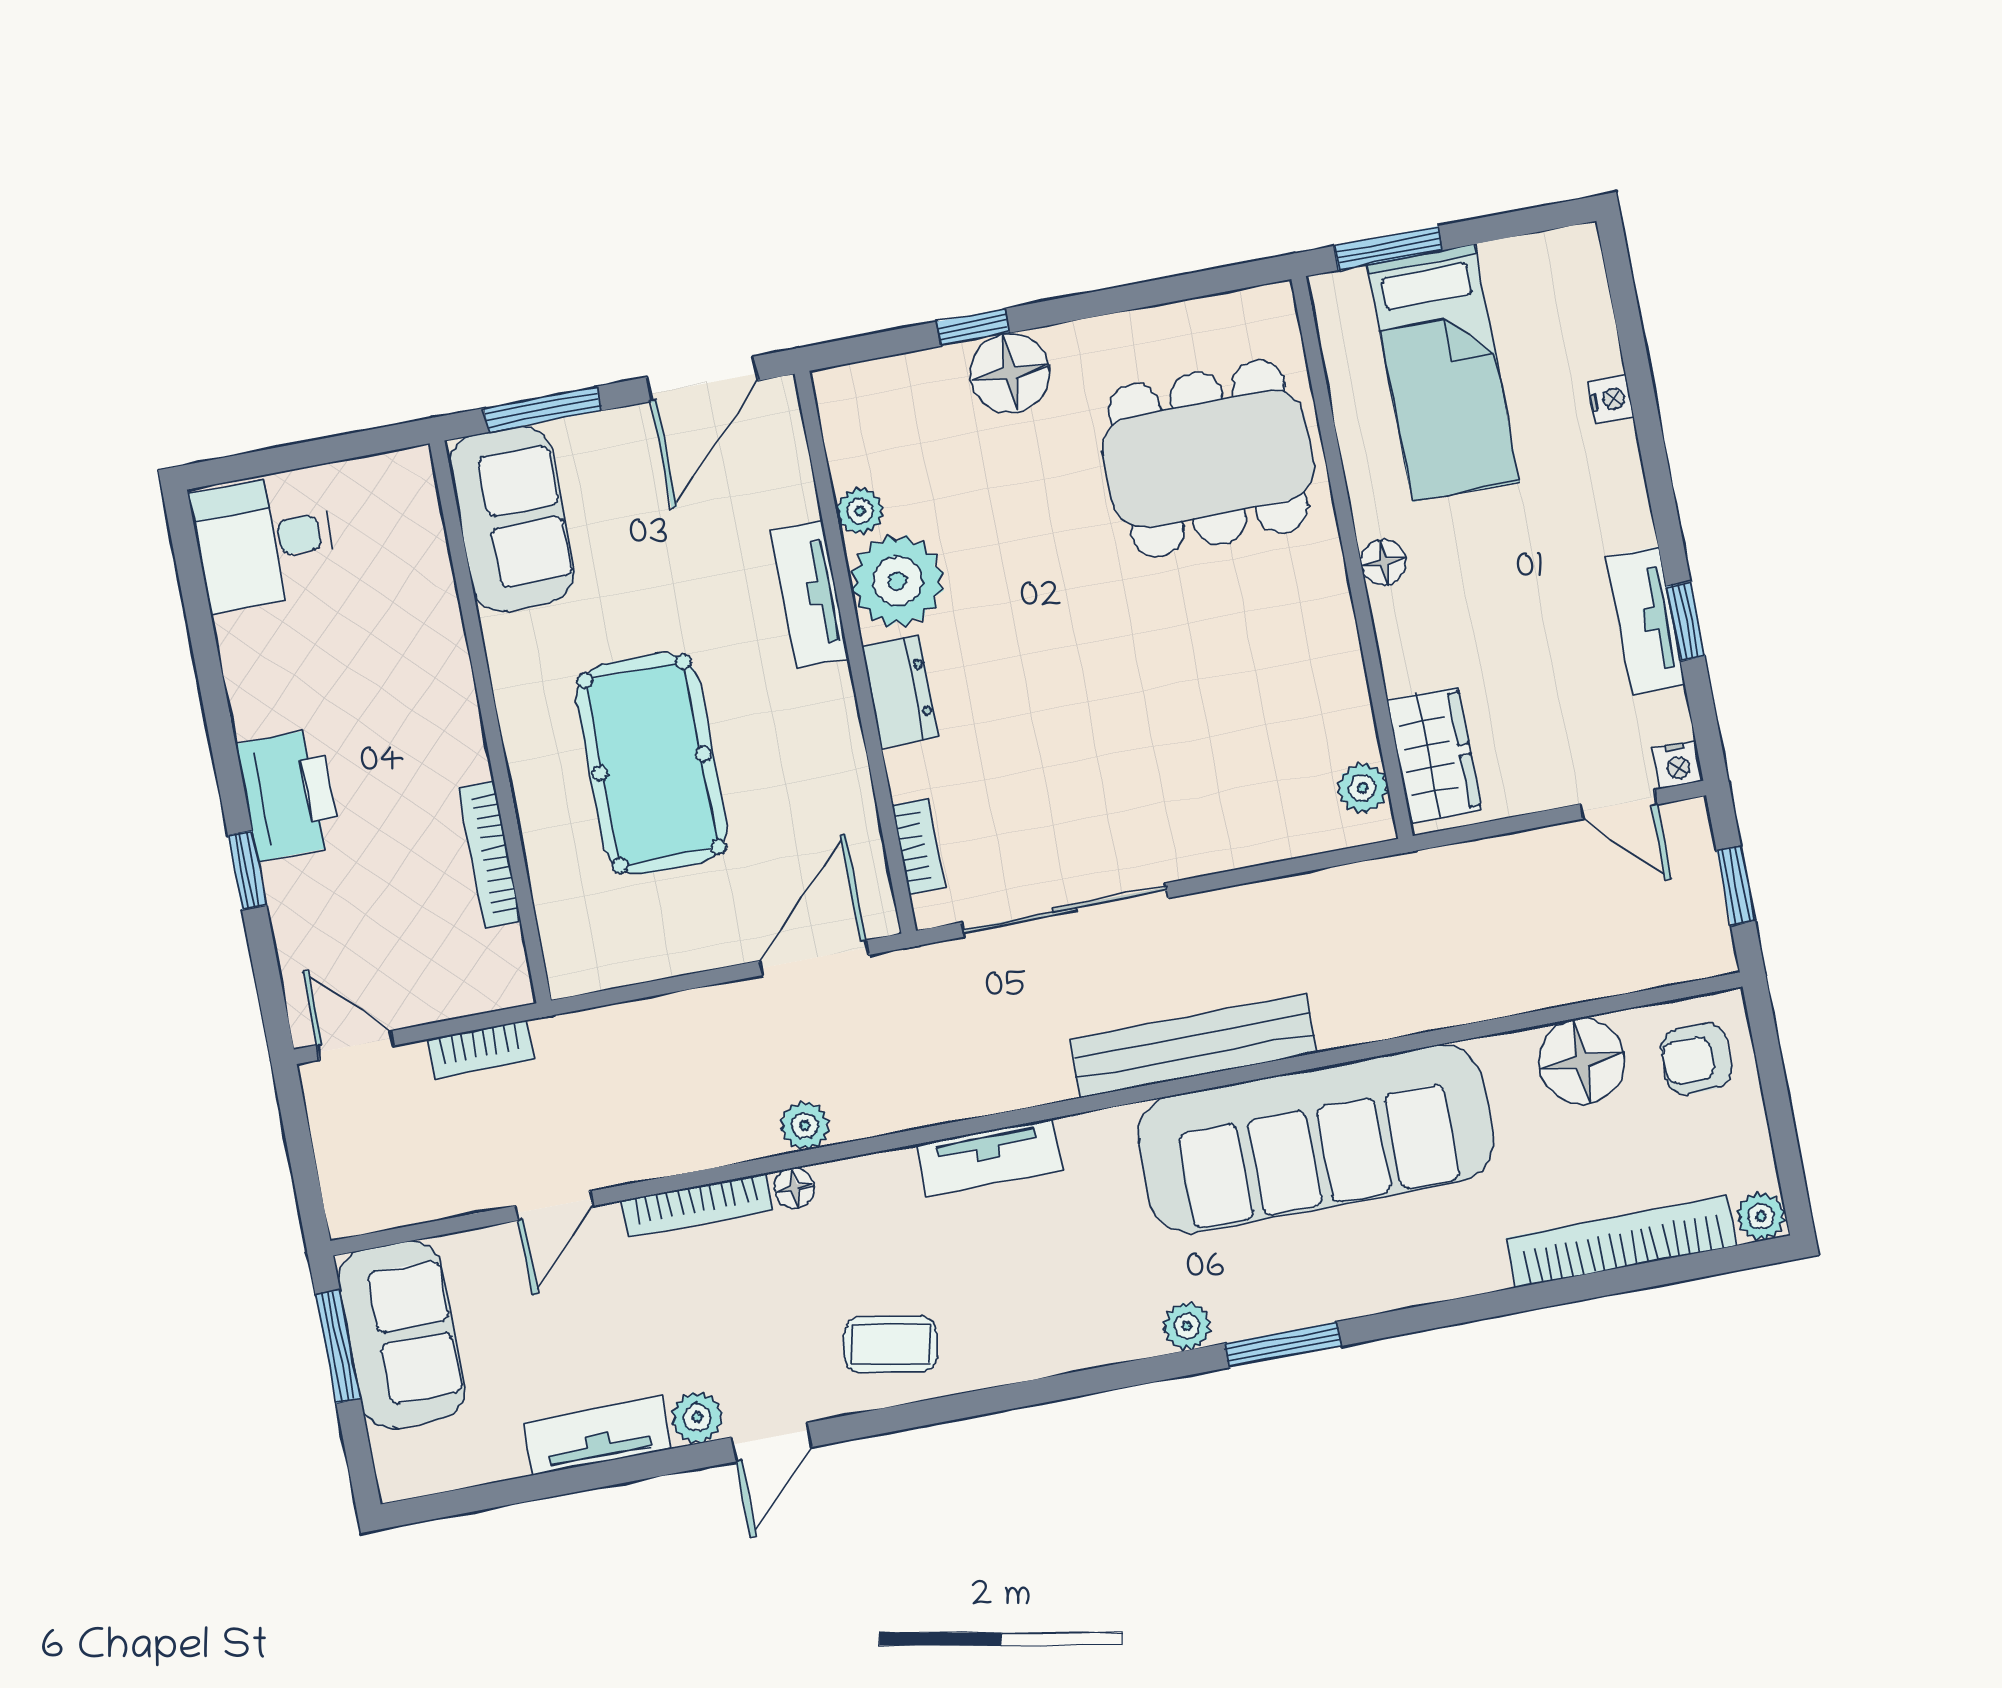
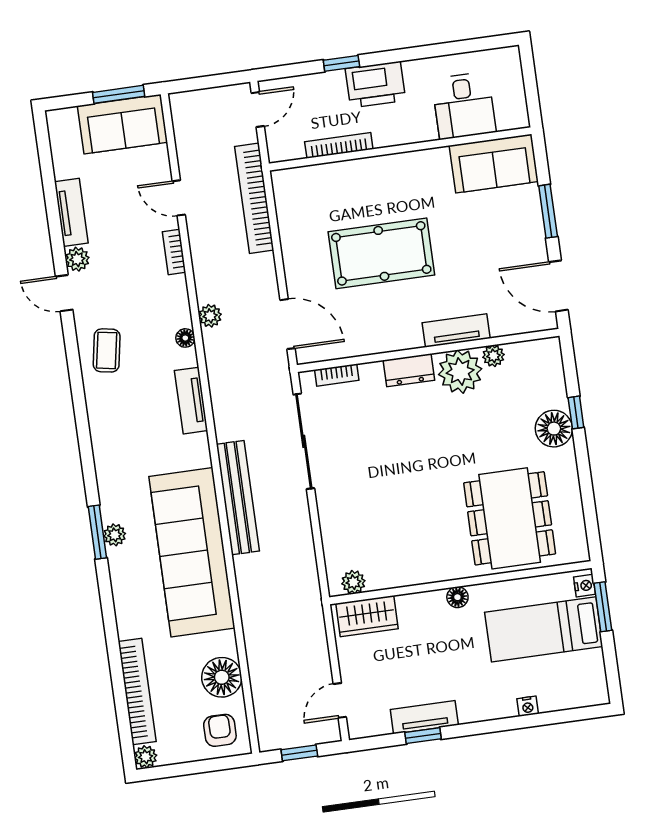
sofa: (512, 519) -> (494, 164), moved
desk: (264, 542) -> (464, 106), moved, turned 180
wall: (490, 722) -> (400, 149), moved
nightstand: (1678, 764) -> (585, 586), moved, turned 180
bookcase: (490, 854) -> (339, 145), moved
bookcase: (481, 1049) -> (254, 198), width x2.31, depth x1.31
floor lamp: (794, 1188) -> (185, 338), moved
bookcase: (697, 1205) -> (174, 252), width x0.64
plant: (1187, 1326) -> (115, 535), moved

